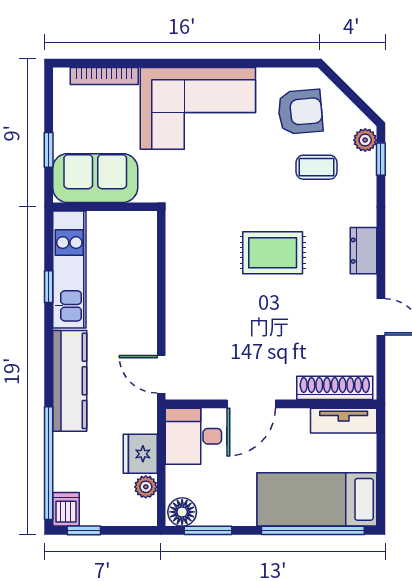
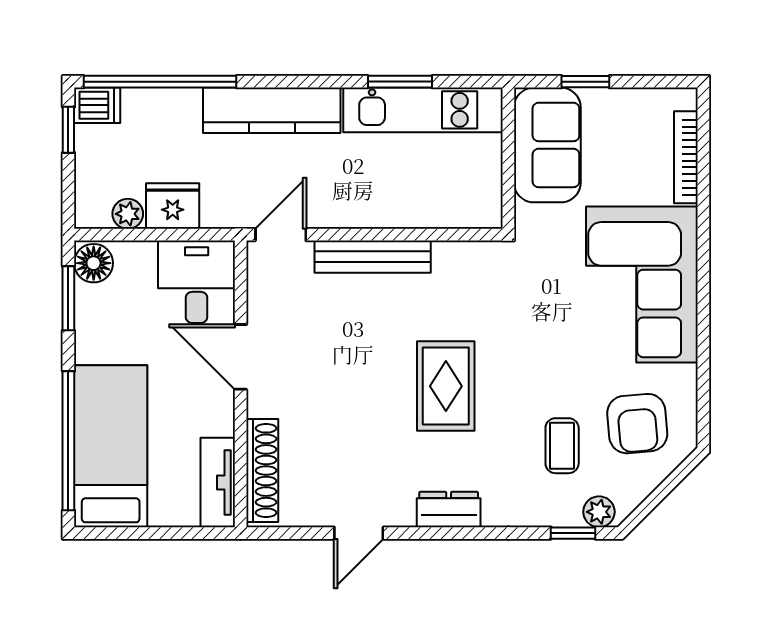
window: (49, 287) -> (400, 82), width x1.50
bench: (177, 307) -> (373, 257), added

